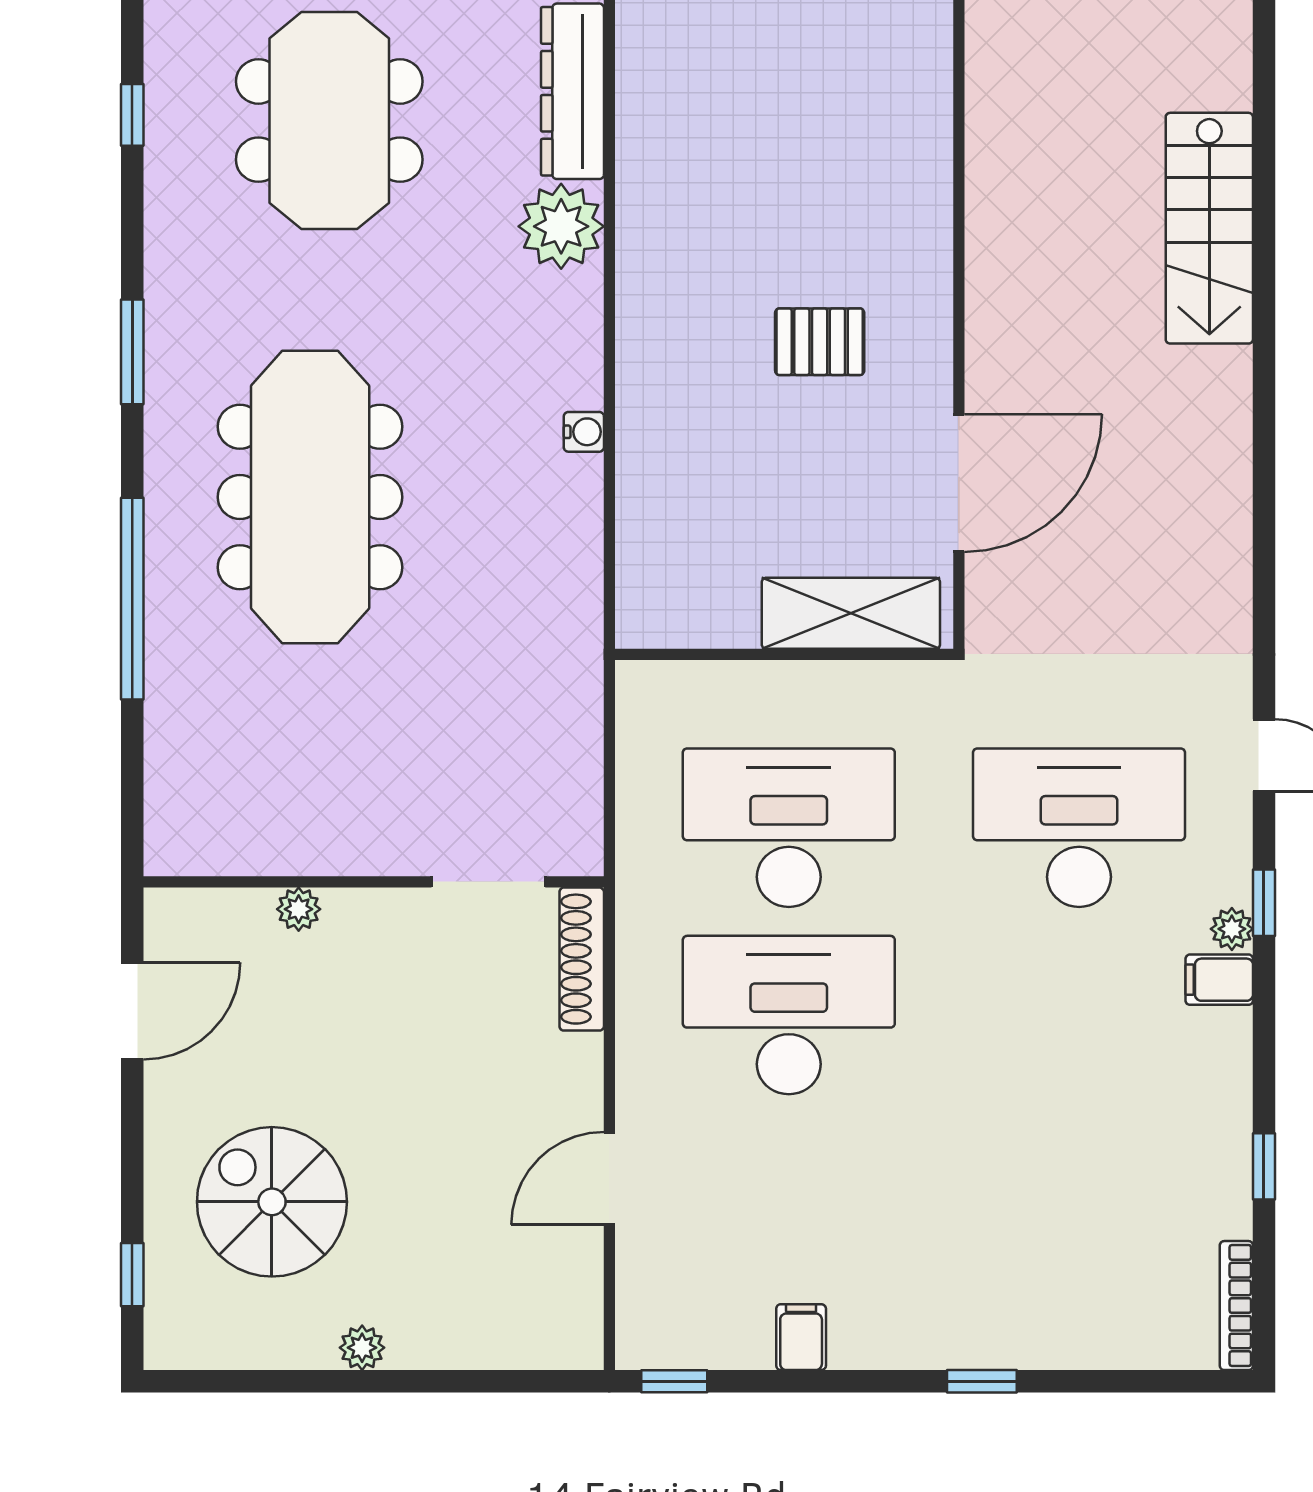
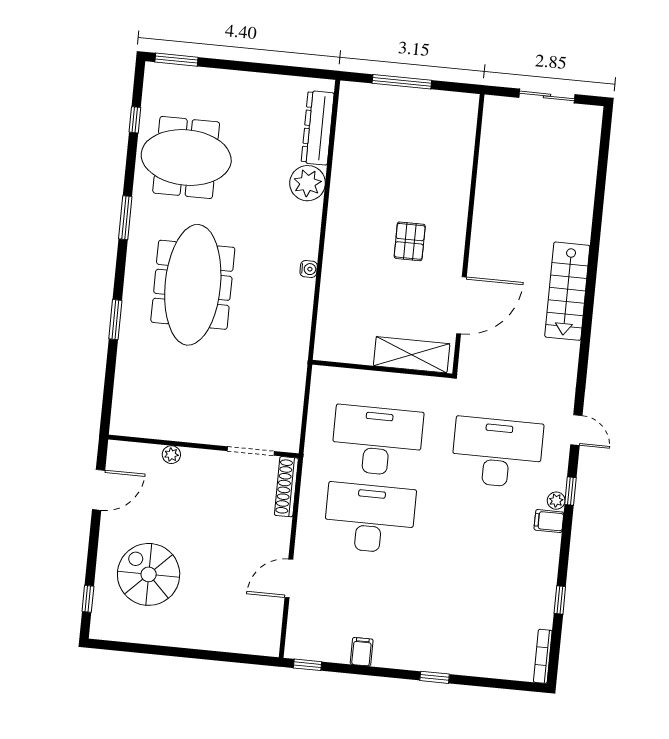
meeting table: (329, 121) -> (186, 157), moved, turned 90
stairs: (1209, 228) -> (567, 291), moved
pallet: (820, 342) -> (410, 241), turned 90
window: (132, 599) -> (115, 320), width x0.47
plant: (362, 1348) -> (180, 638), removed

